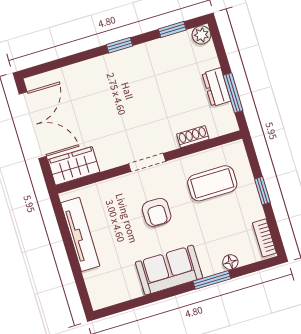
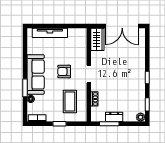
tv unit: (80, 234) -> (50, 33), moved
sofa: (169, 270) -> (36, 75), width x1.36

